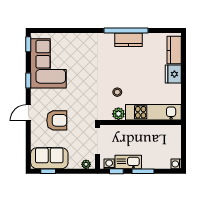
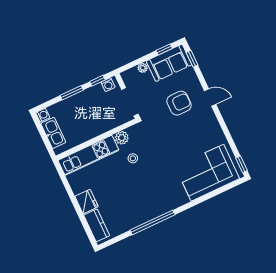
kitchen counter: (129, 40) -> (146, 215), removed
corner sofa: (48, 63) -> (207, 173), moved, turned 90
window: (28, 80) -> (192, 59), moved
door: (28, 113) -> (210, 98), hinge flipped
armchair: (57, 120) -> (179, 103), turned 180
kitchen sink: (128, 162) -> (53, 133), moved, turned -90
plant: (86, 164) -> (143, 68), moved

